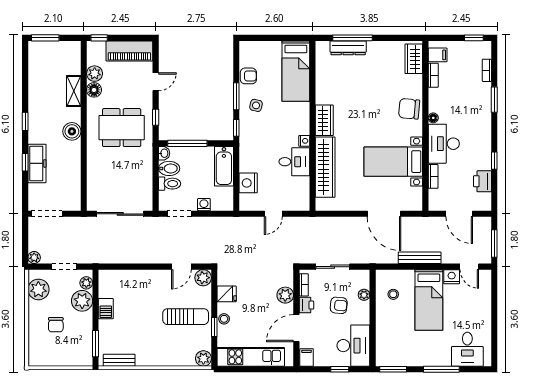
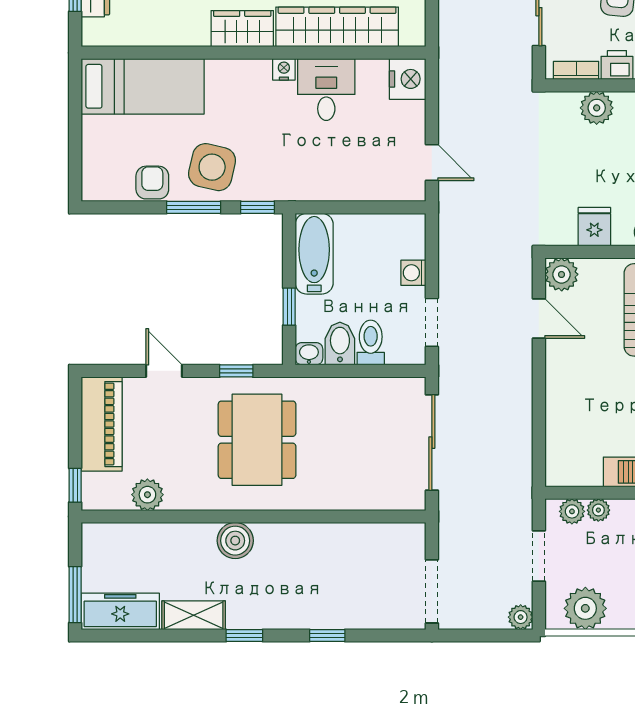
floor lamp: (94, 90) -> (181, 496), removed
shelving: (74, 91) -> (194, 615), moved
side table: (256, 105) -> (212, 167), width x1.87, depth x1.87
boiler: (72, 131) -> (235, 541), moved
window: (187, 143) -> (289, 307), width x0.46
freezer: (37, 163) -> (120, 611), moved
bathtub: (224, 166) -> (314, 254), moved, turned -90
nightstand: (248, 183) -> (408, 79), moved, turned -90
door: (273, 214) -> (432, 162), moved
plant: (82, 301) -> (598, 510), width x0.53, depth x0.53

